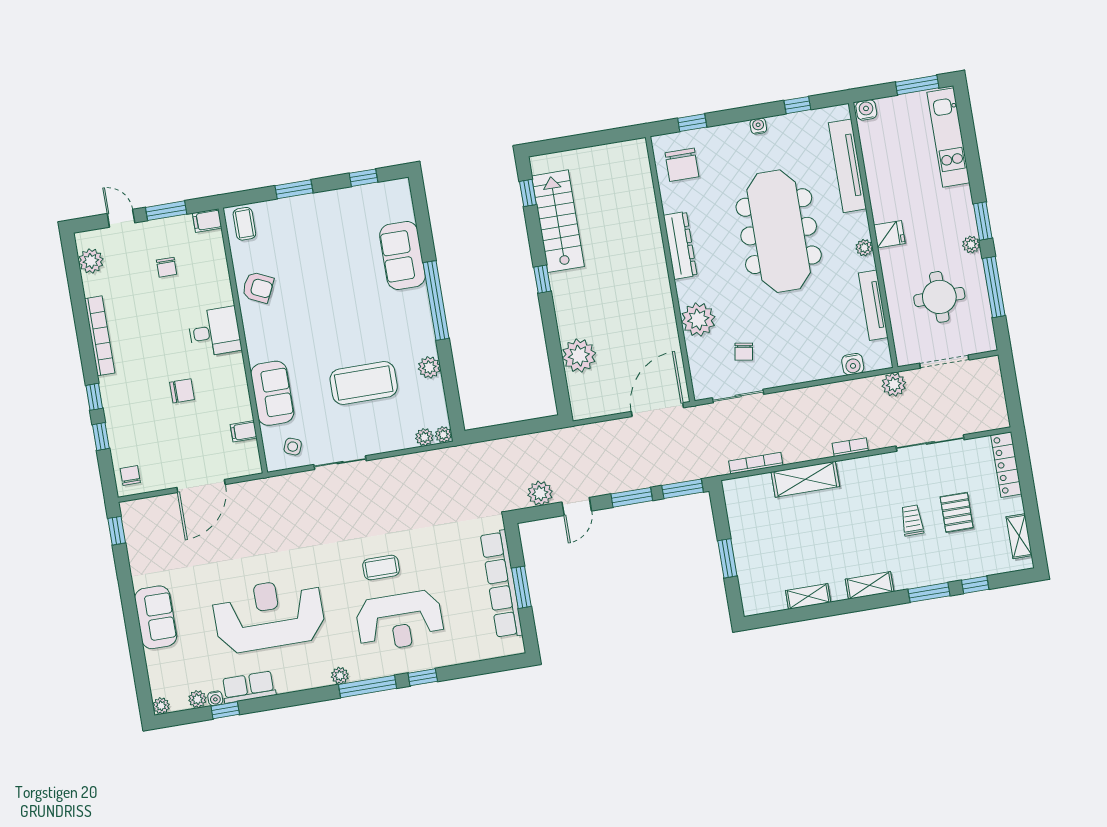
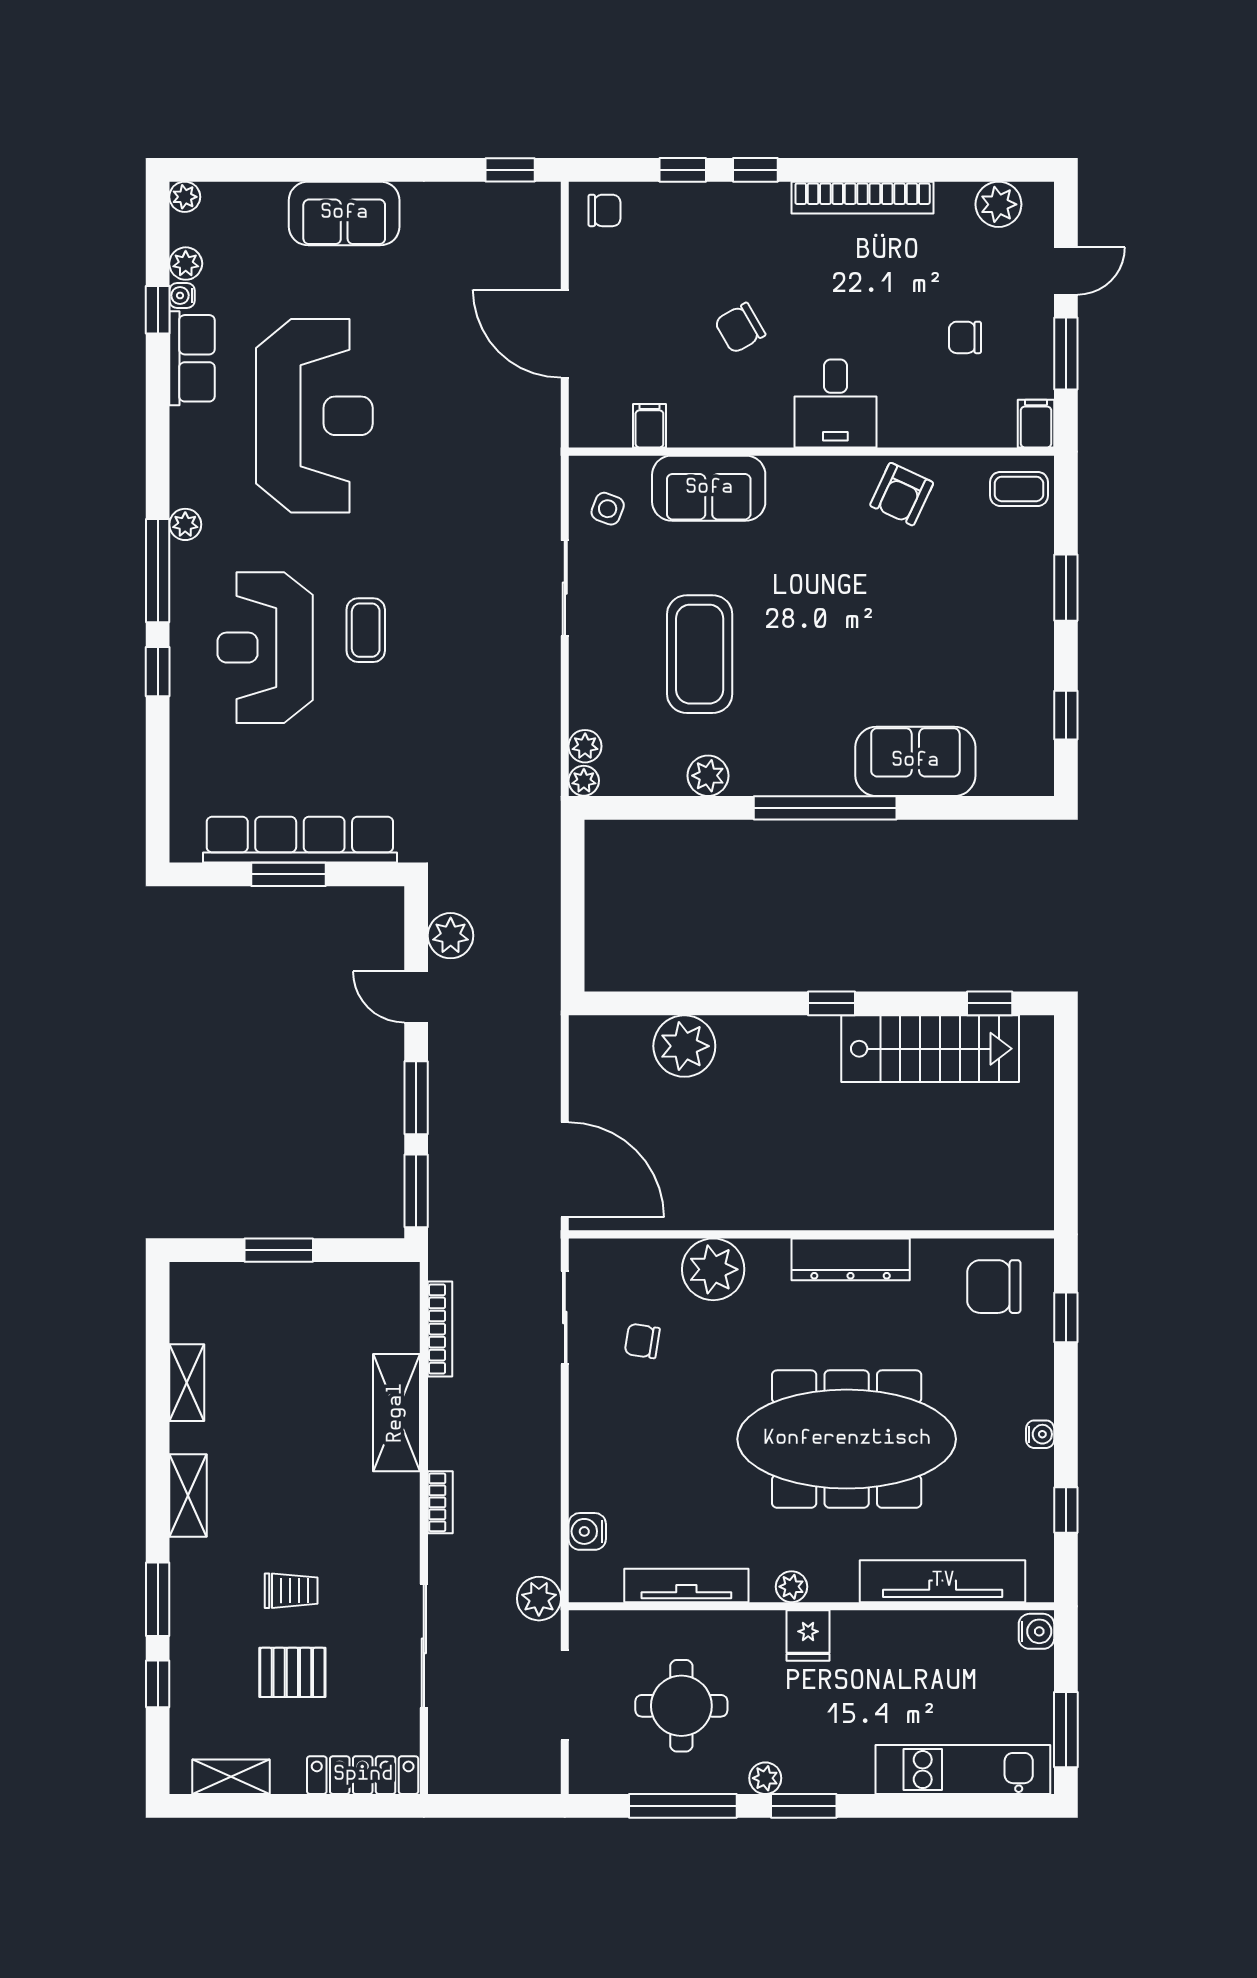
chair: (182, 391) -> (740, 328), turned 60

